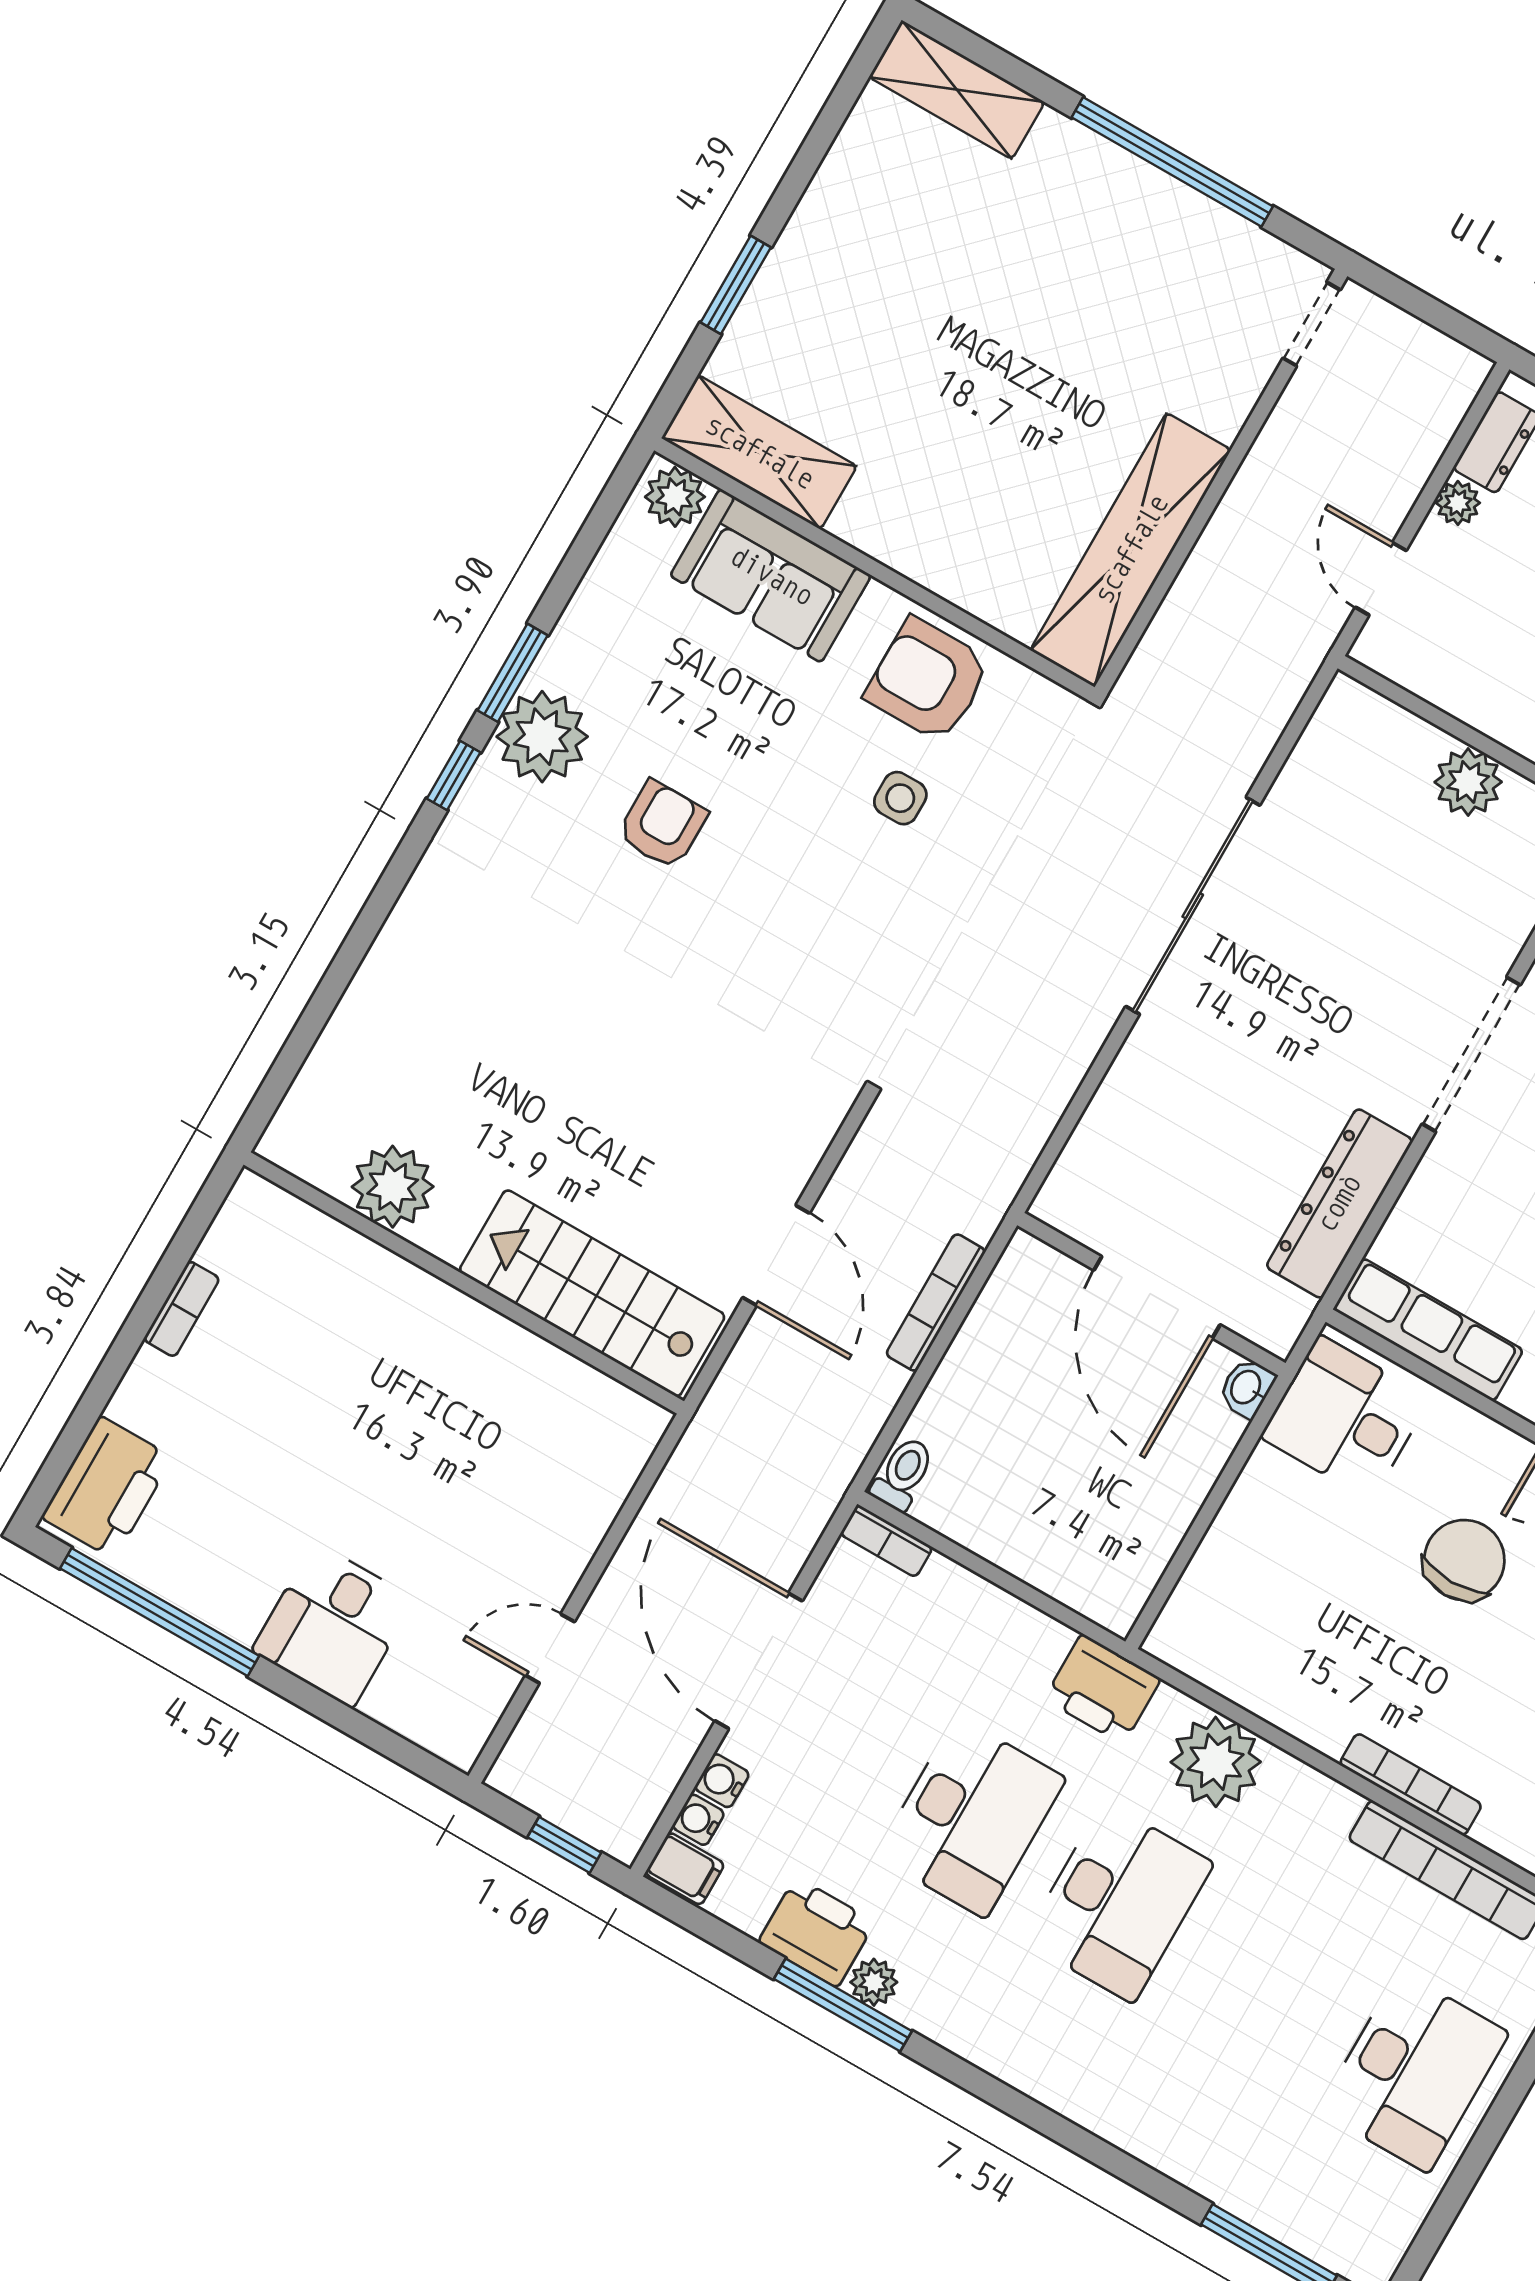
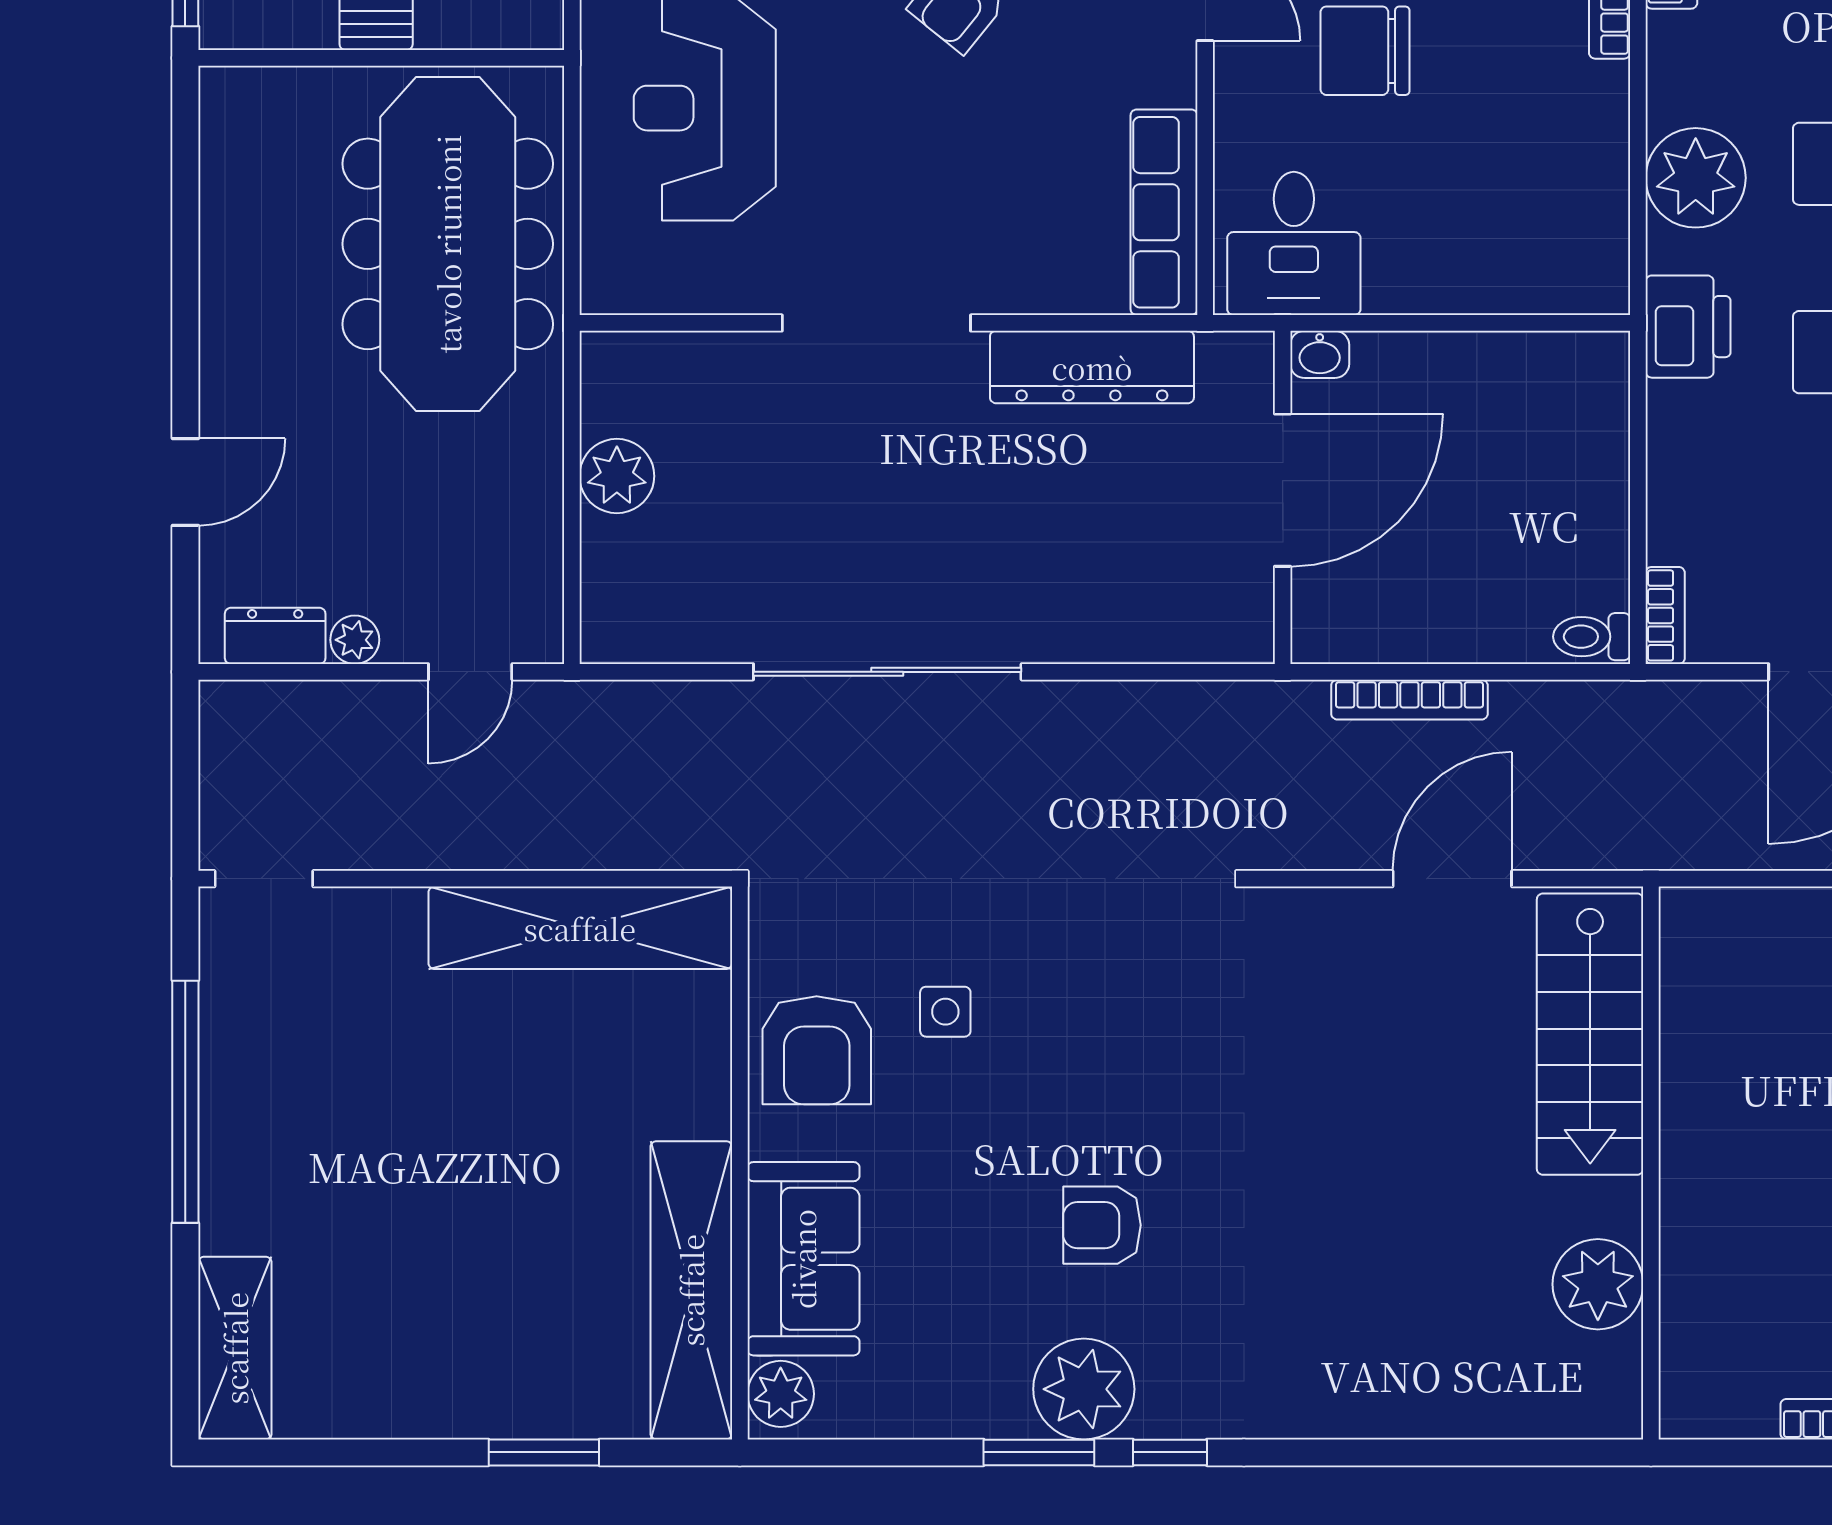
shelving: (759, 452) -> (691, 1290), width x1.47

